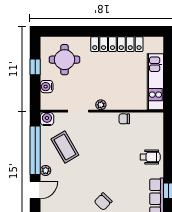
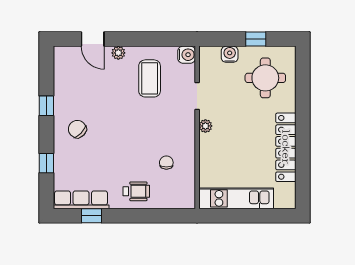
chair: (124, 119) -> (166, 163), moved
coffee table: (65, 147) -> (150, 78), turned -60
window: (35, 150) -> (145, 39), removed
wheelchair: (150, 157) -> (136, 191), turned -90

